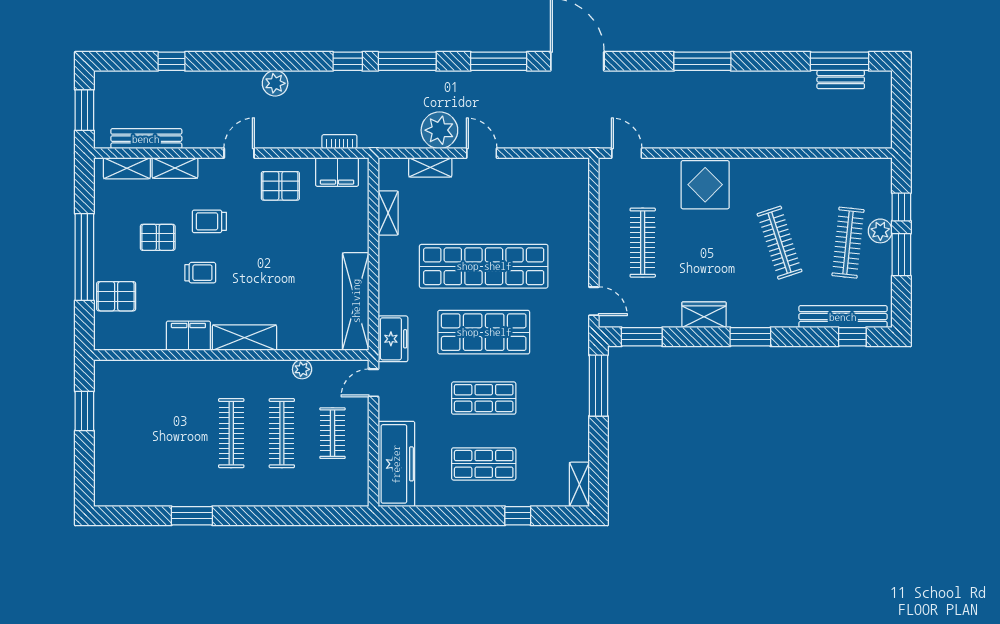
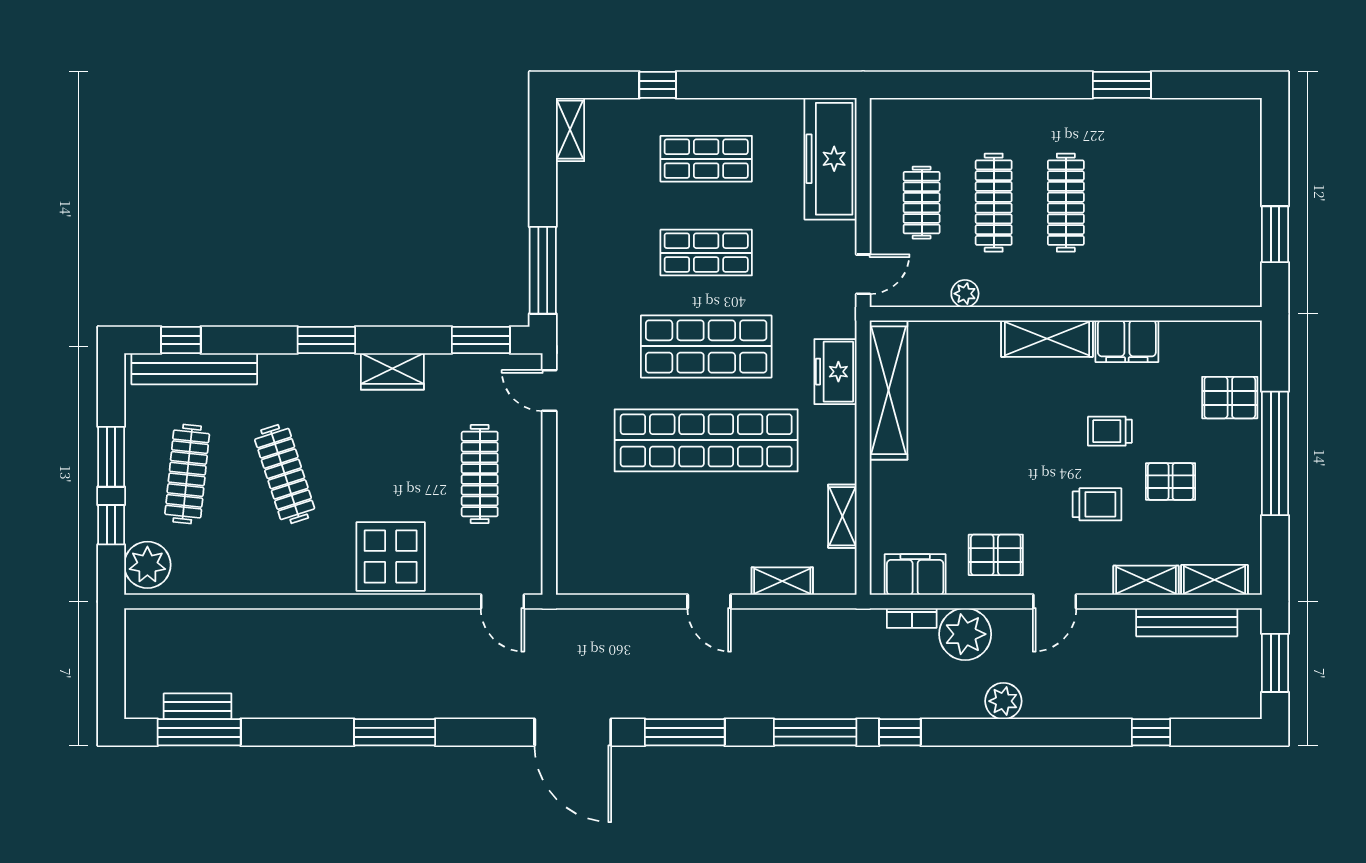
plant: (439, 130) -> (965, 634), moved
plant: (880, 231) -> (147, 565), moved, width x1.36, depth x1.36
freezer: (393, 339) -> (835, 372), moved

